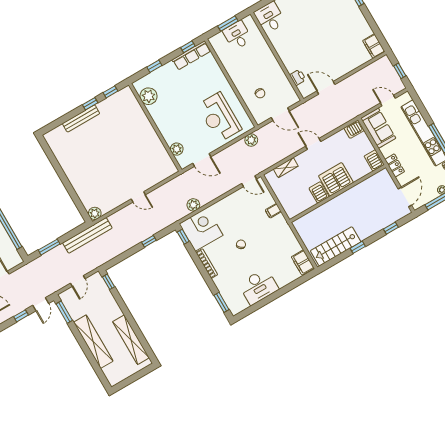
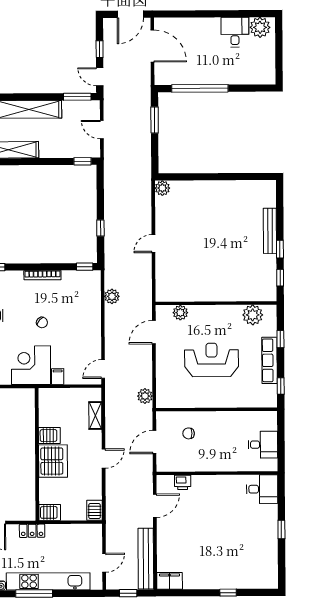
window: (228, 24) -> (281, 442), removed
row of seats: (191, 55) -> (269, 360), moved
reception desk: (219, 117) -> (212, 360), moved
sofa: (378, 128) -> (81, 536), removed
corner desk: (201, 229) -> (31, 365), moved, turned 180
bench: (87, 235) -> (146, 559), moved

